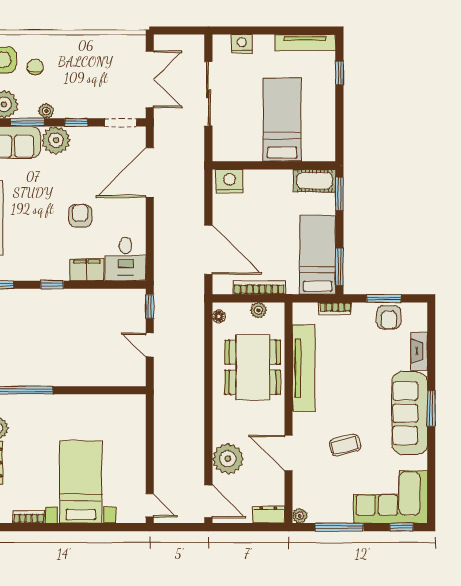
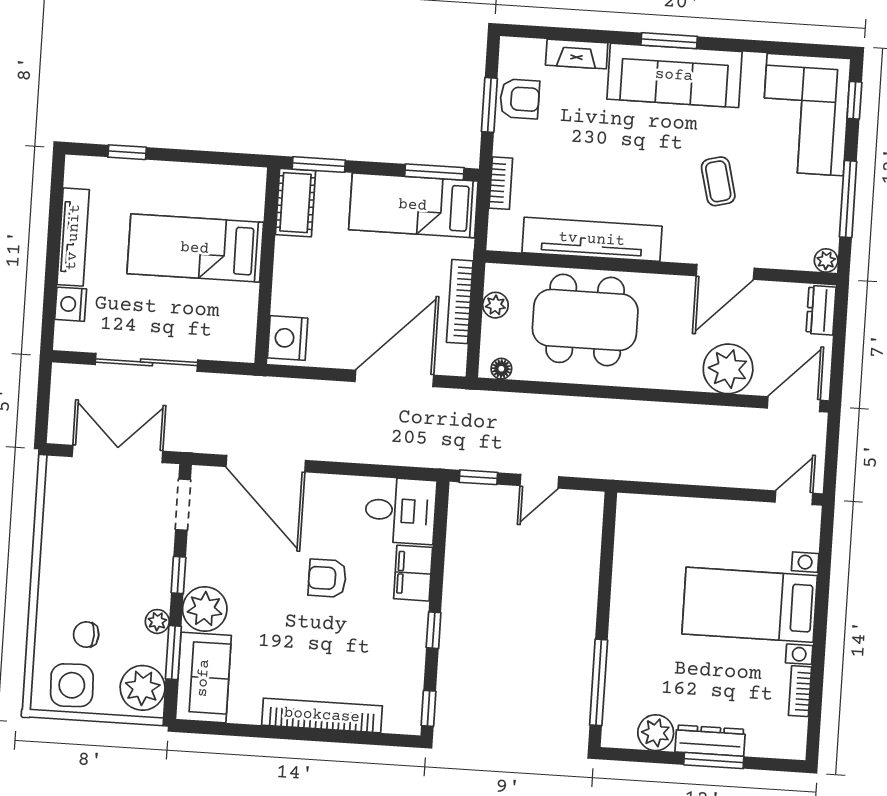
tv unit: (305, 43) -> (73, 237), moved

